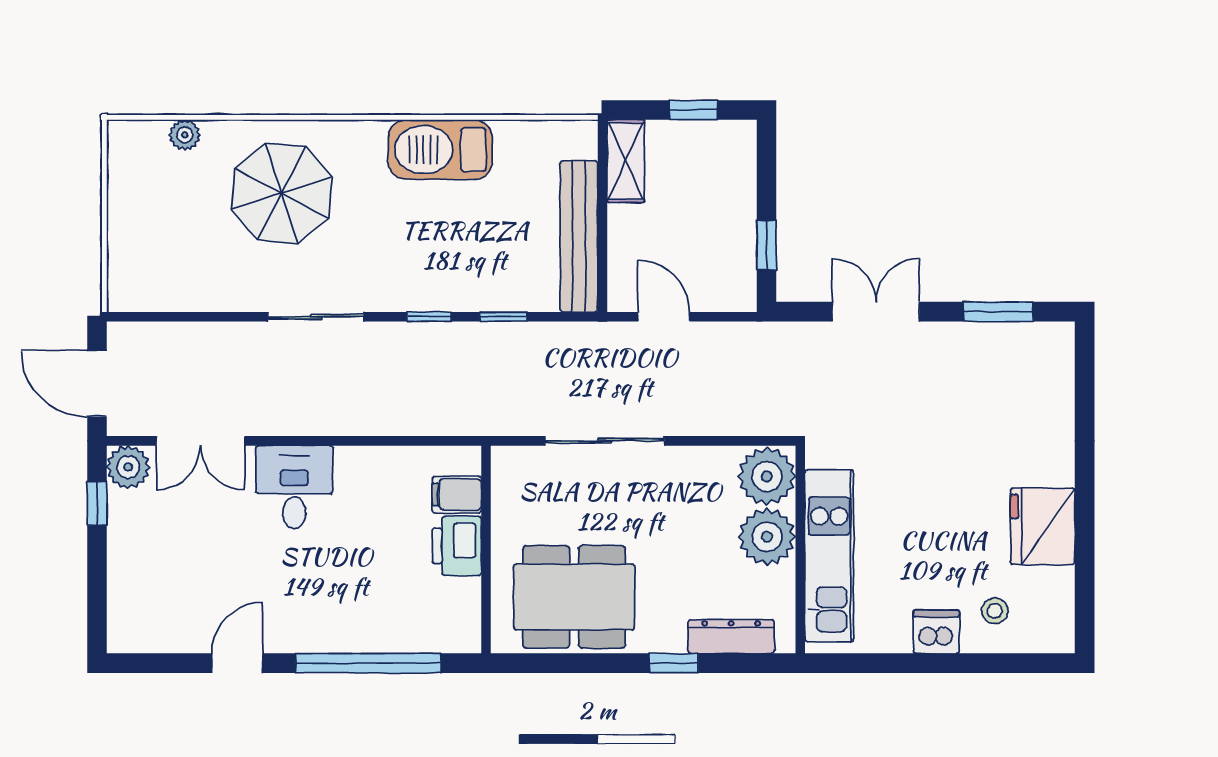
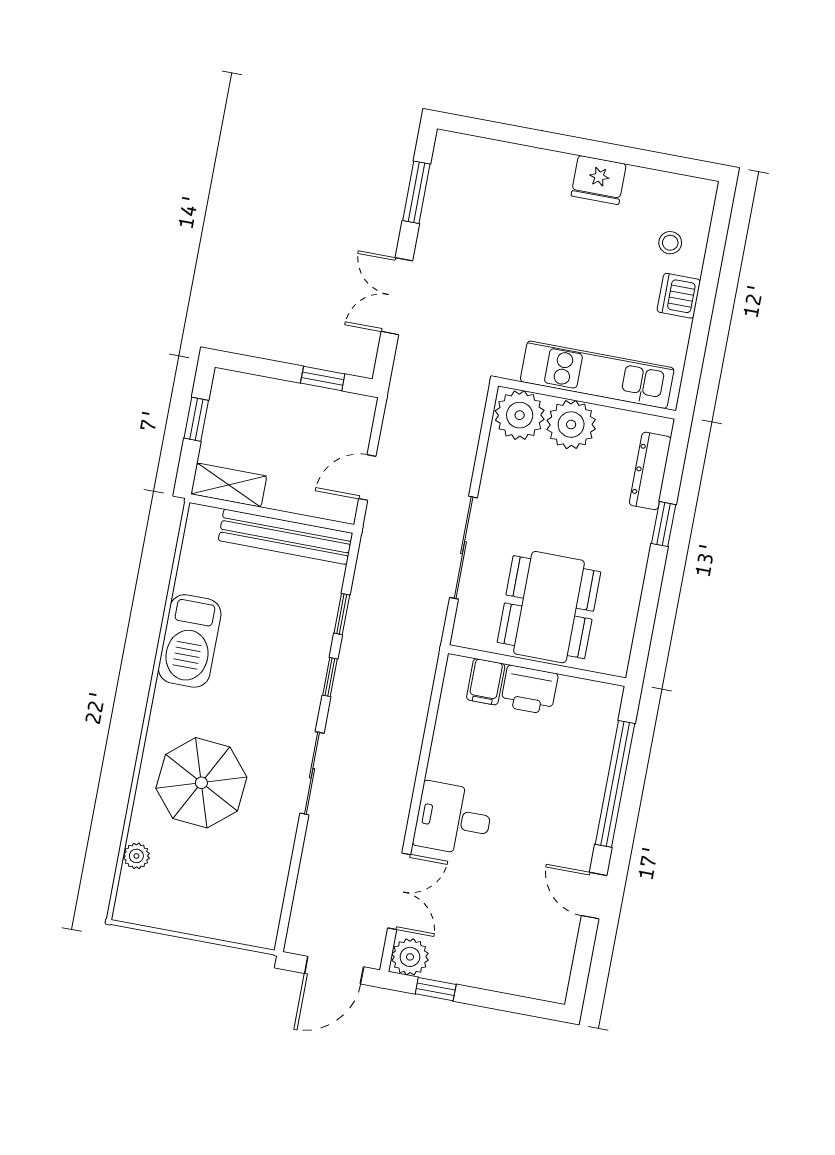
fridge: (1043, 526) -> (599, 180), width x0.73, depth x0.75
dining table: (574, 597) -> (549, 607), moved

